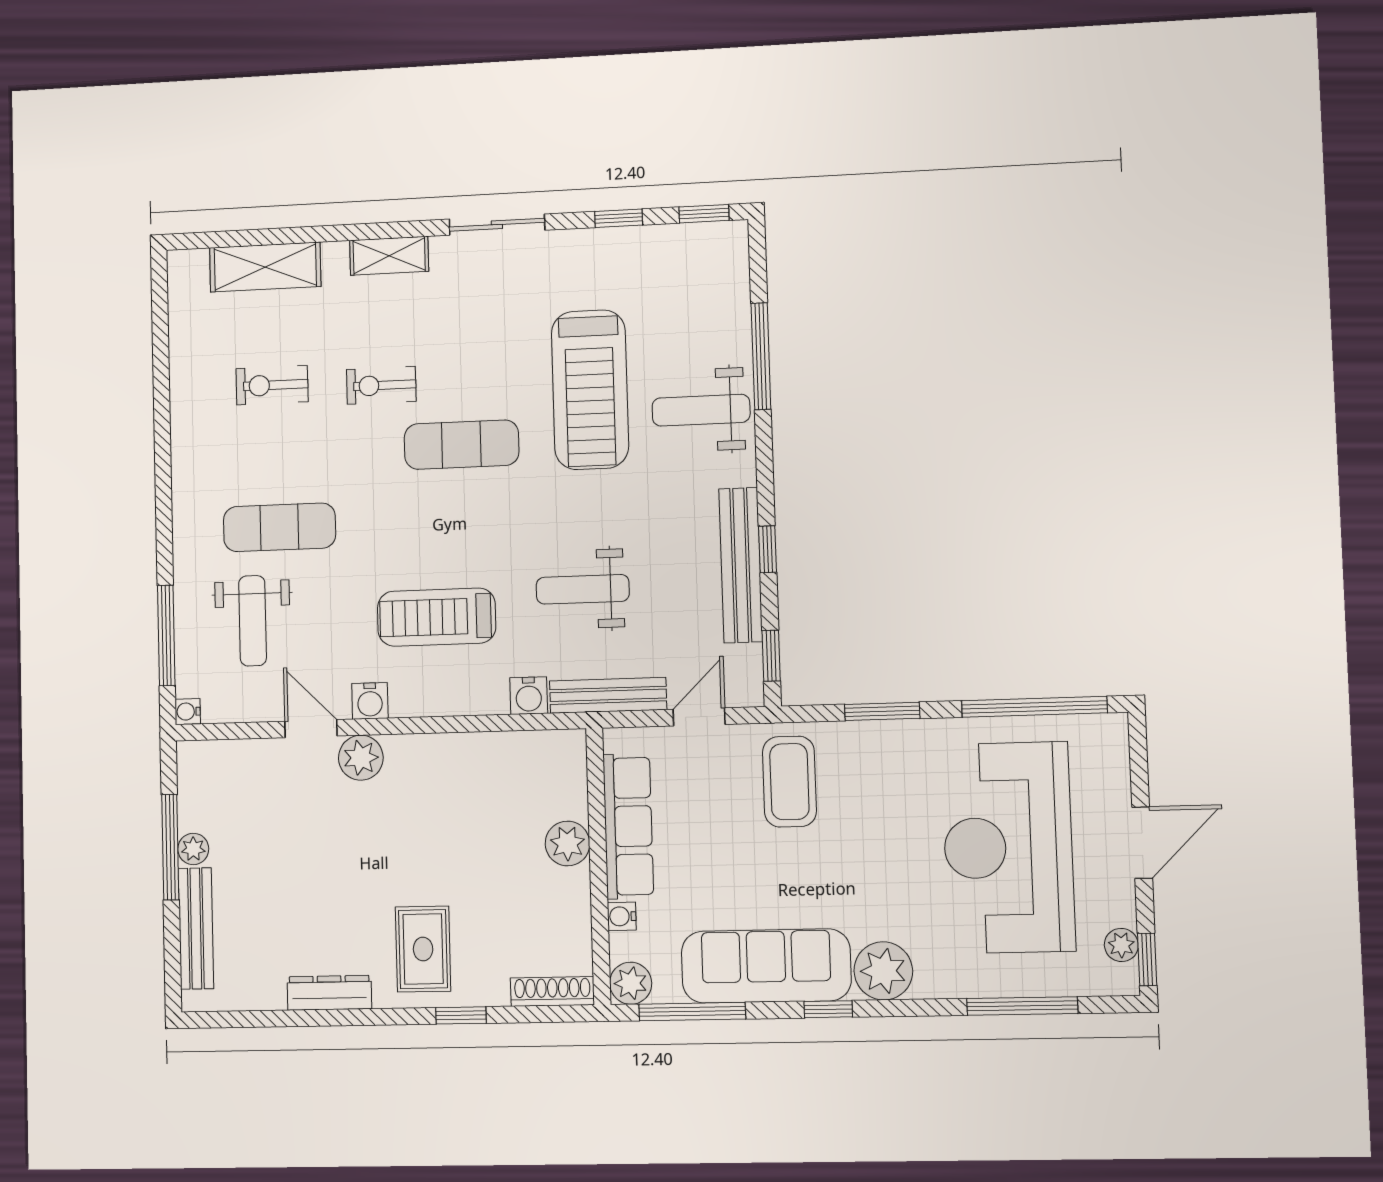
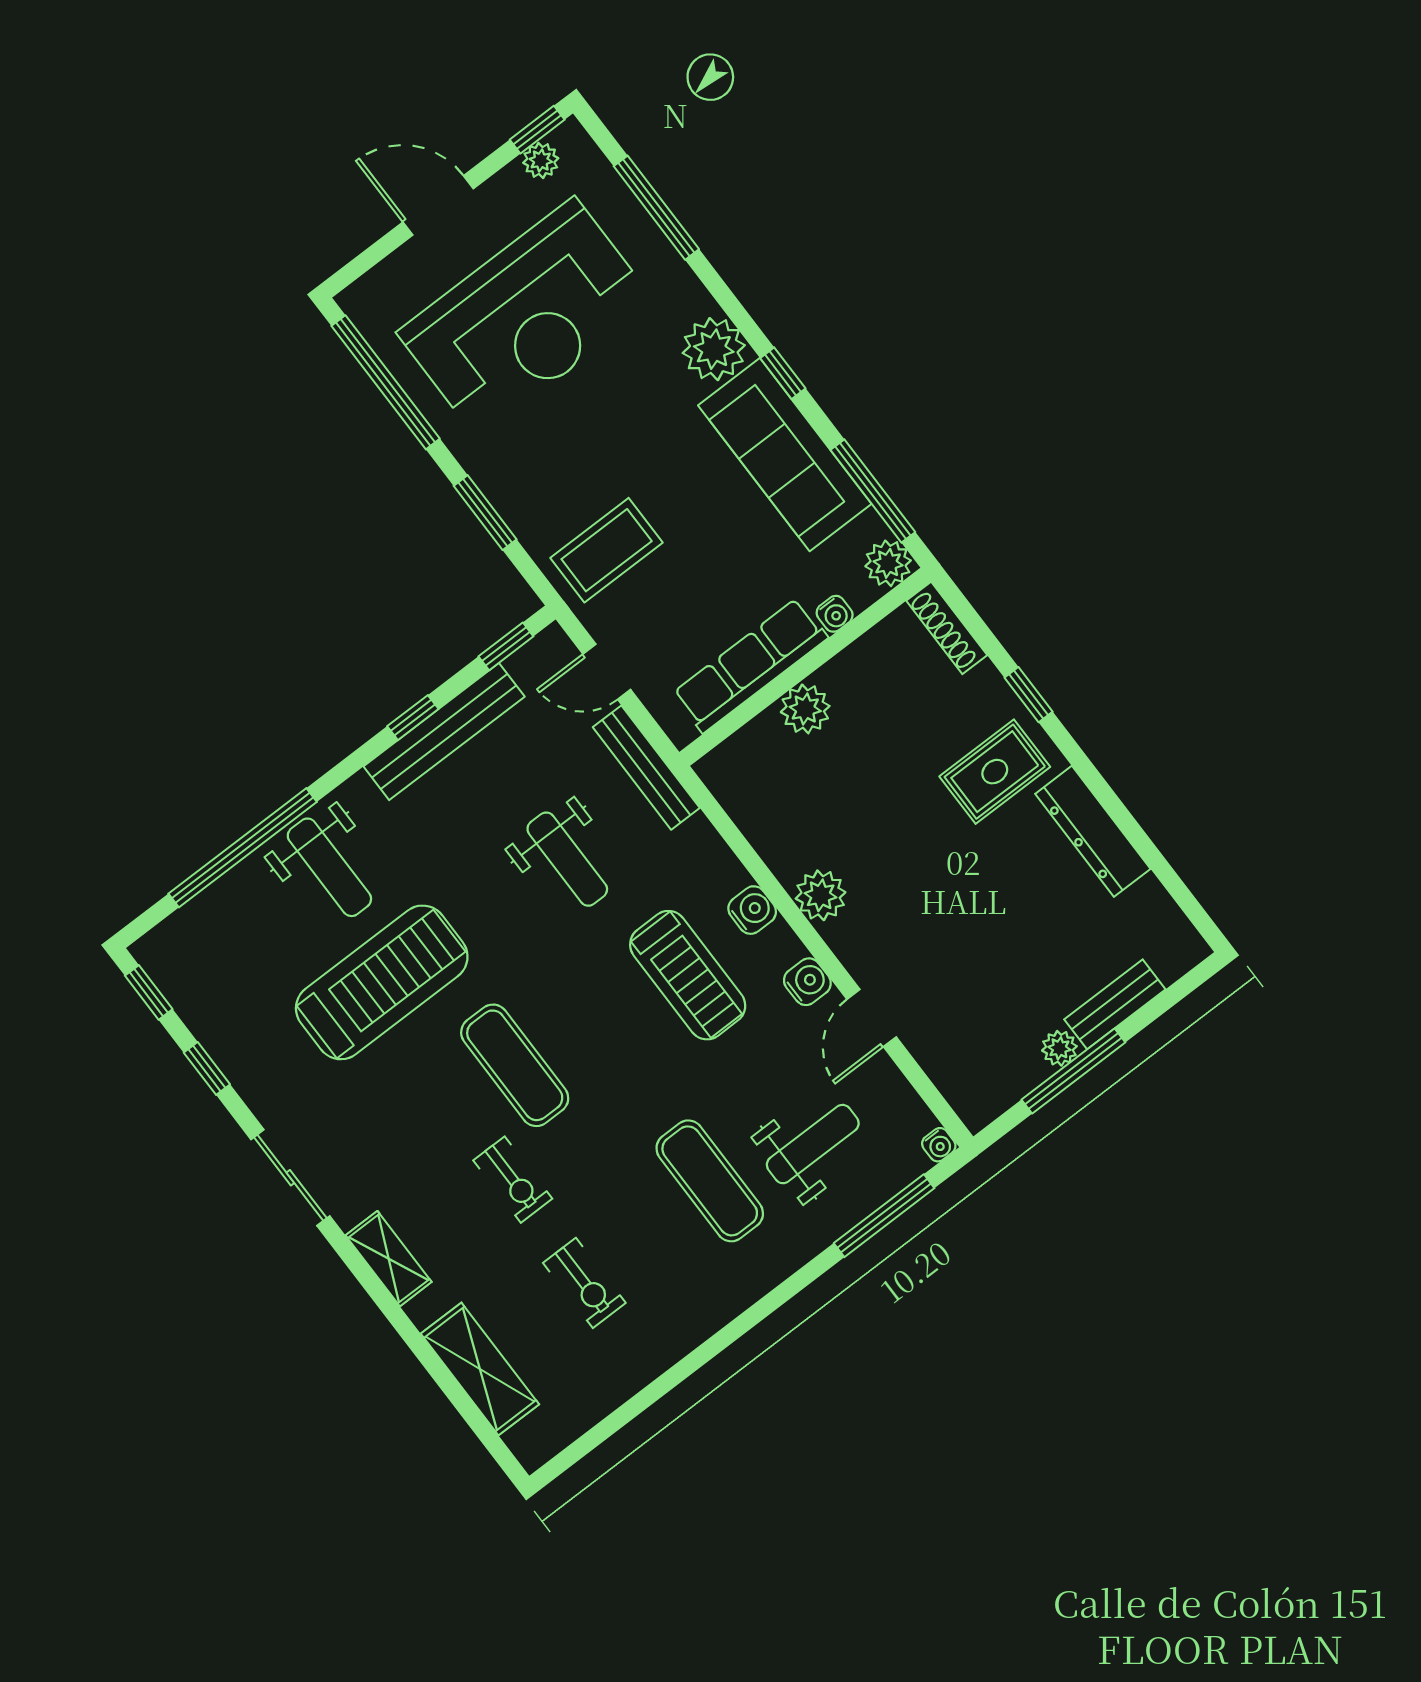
window: (761, 356) -> (243, 848), width x1.46
water cooler: (529, 696) -> (752, 910), moved
plant: (361, 758) -> (821, 895), moved
bench: (196, 928) -> (1115, 1004), width x0.73
dresser: (329, 993) -> (1093, 831), width x1.37, depth x1.24

